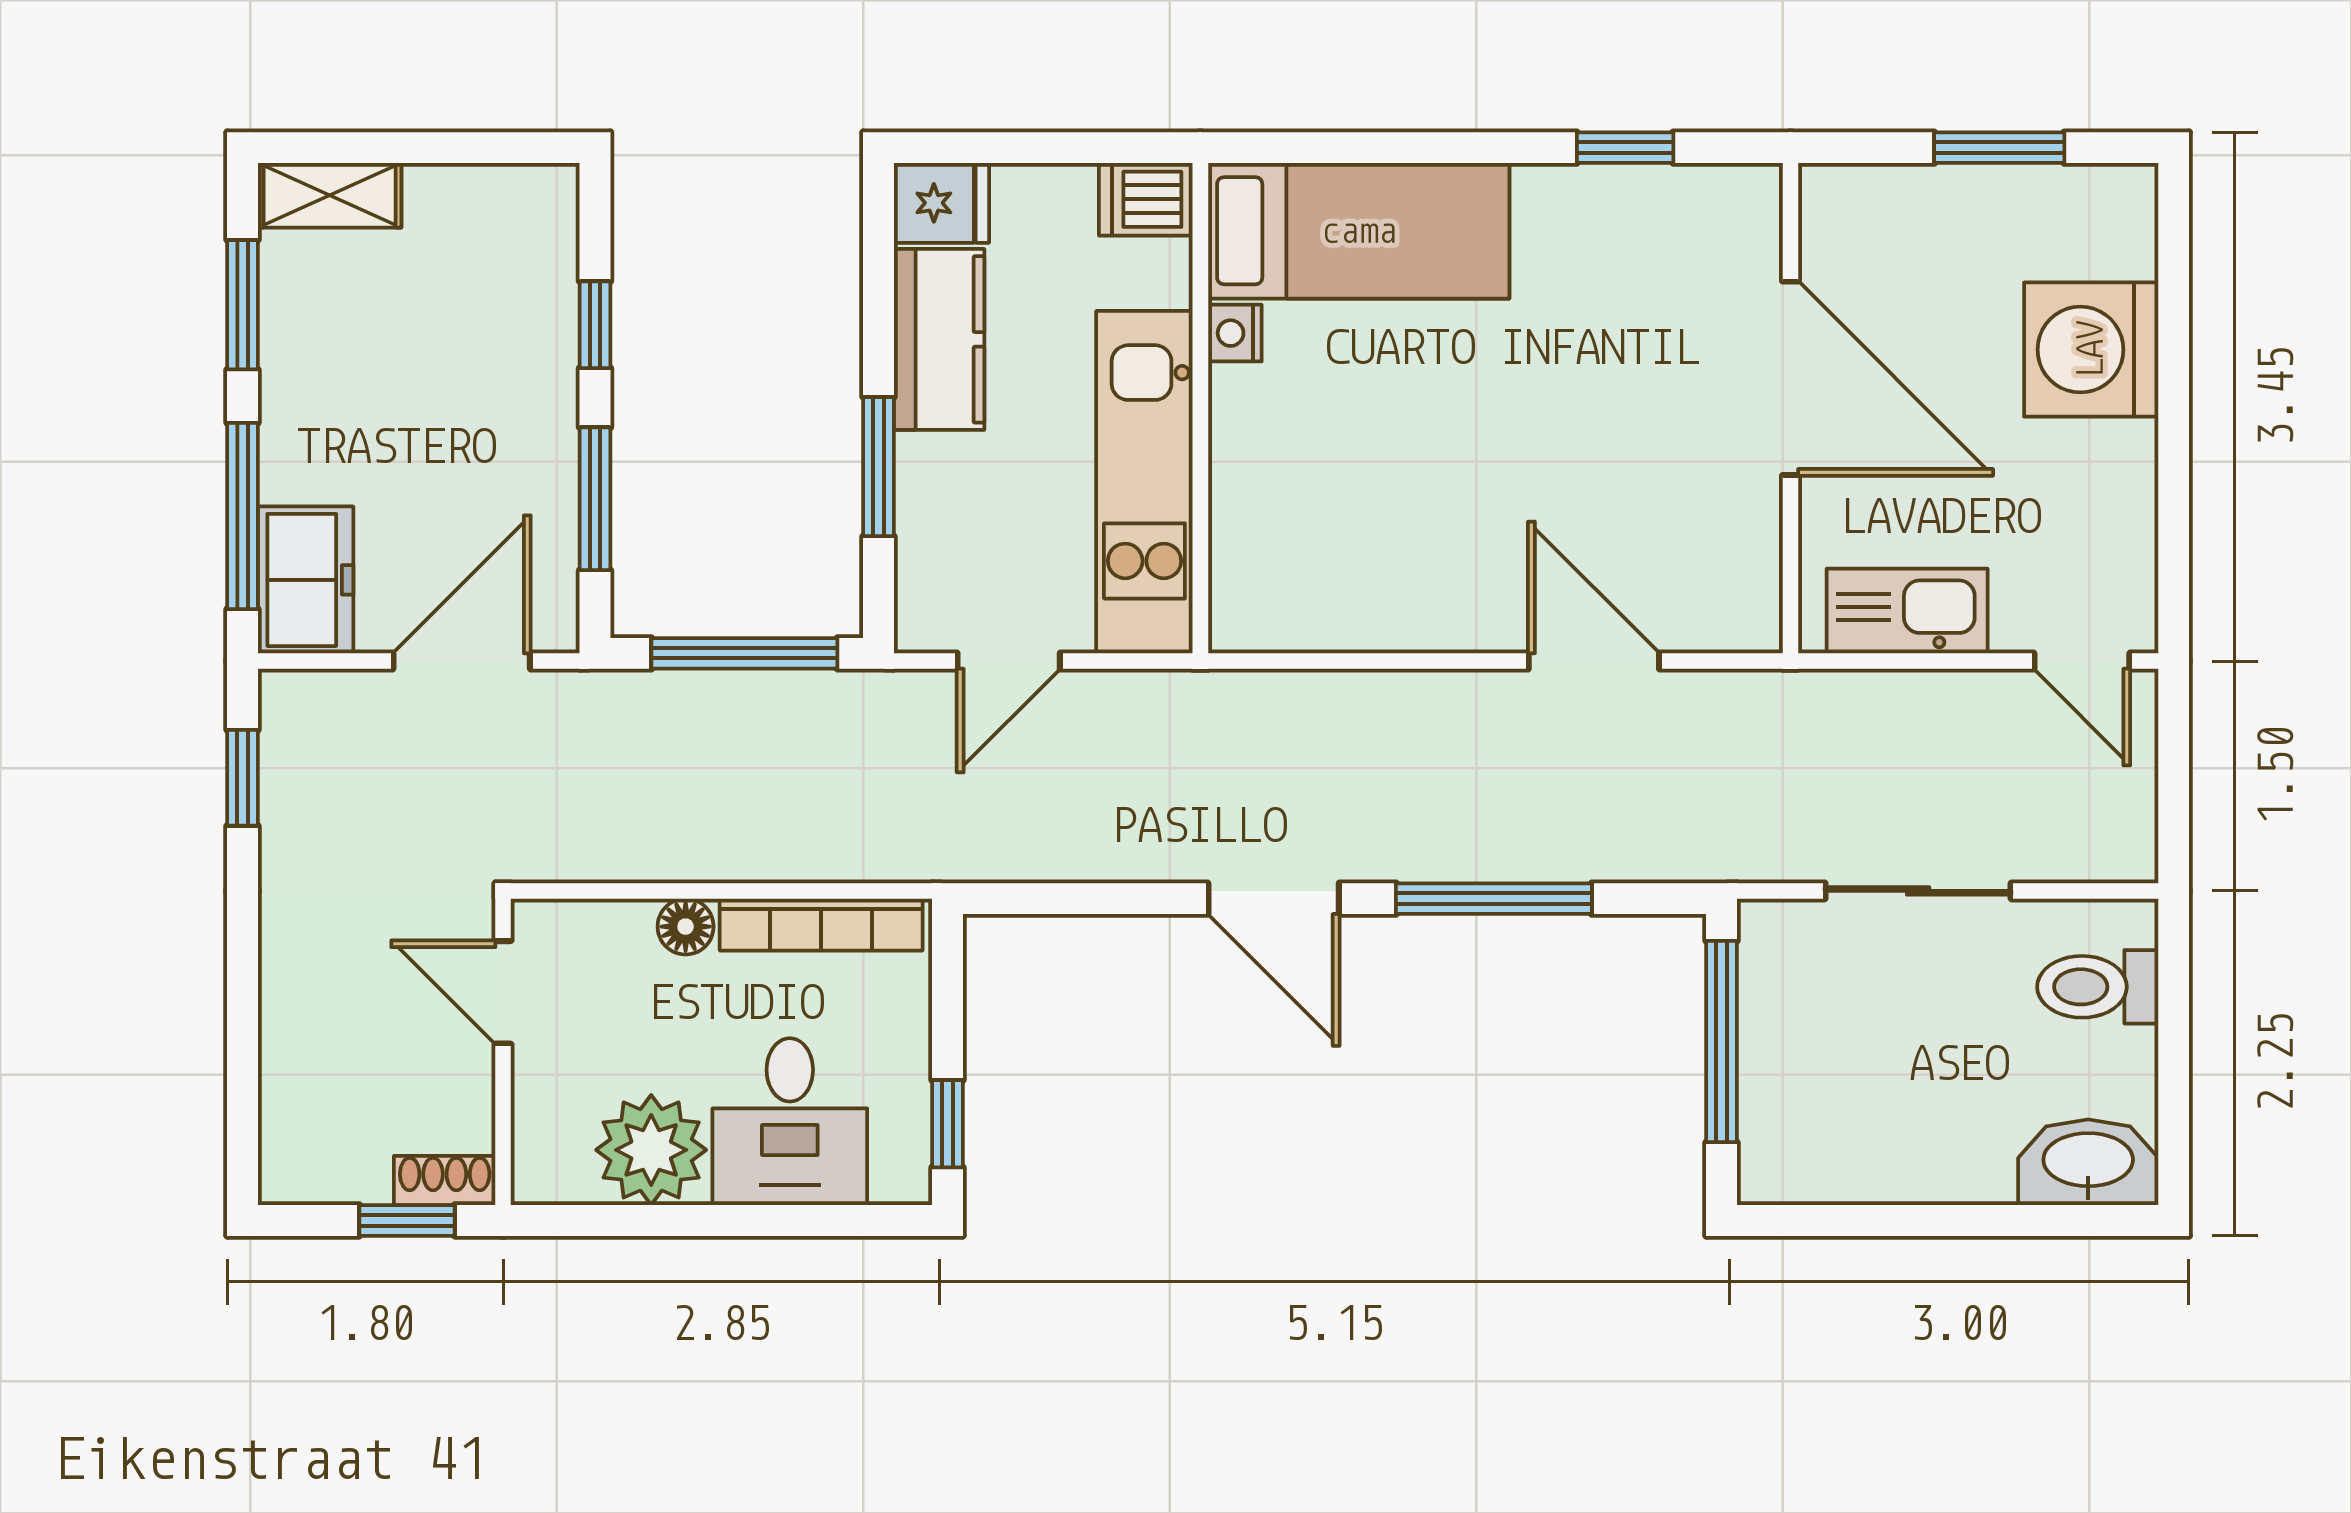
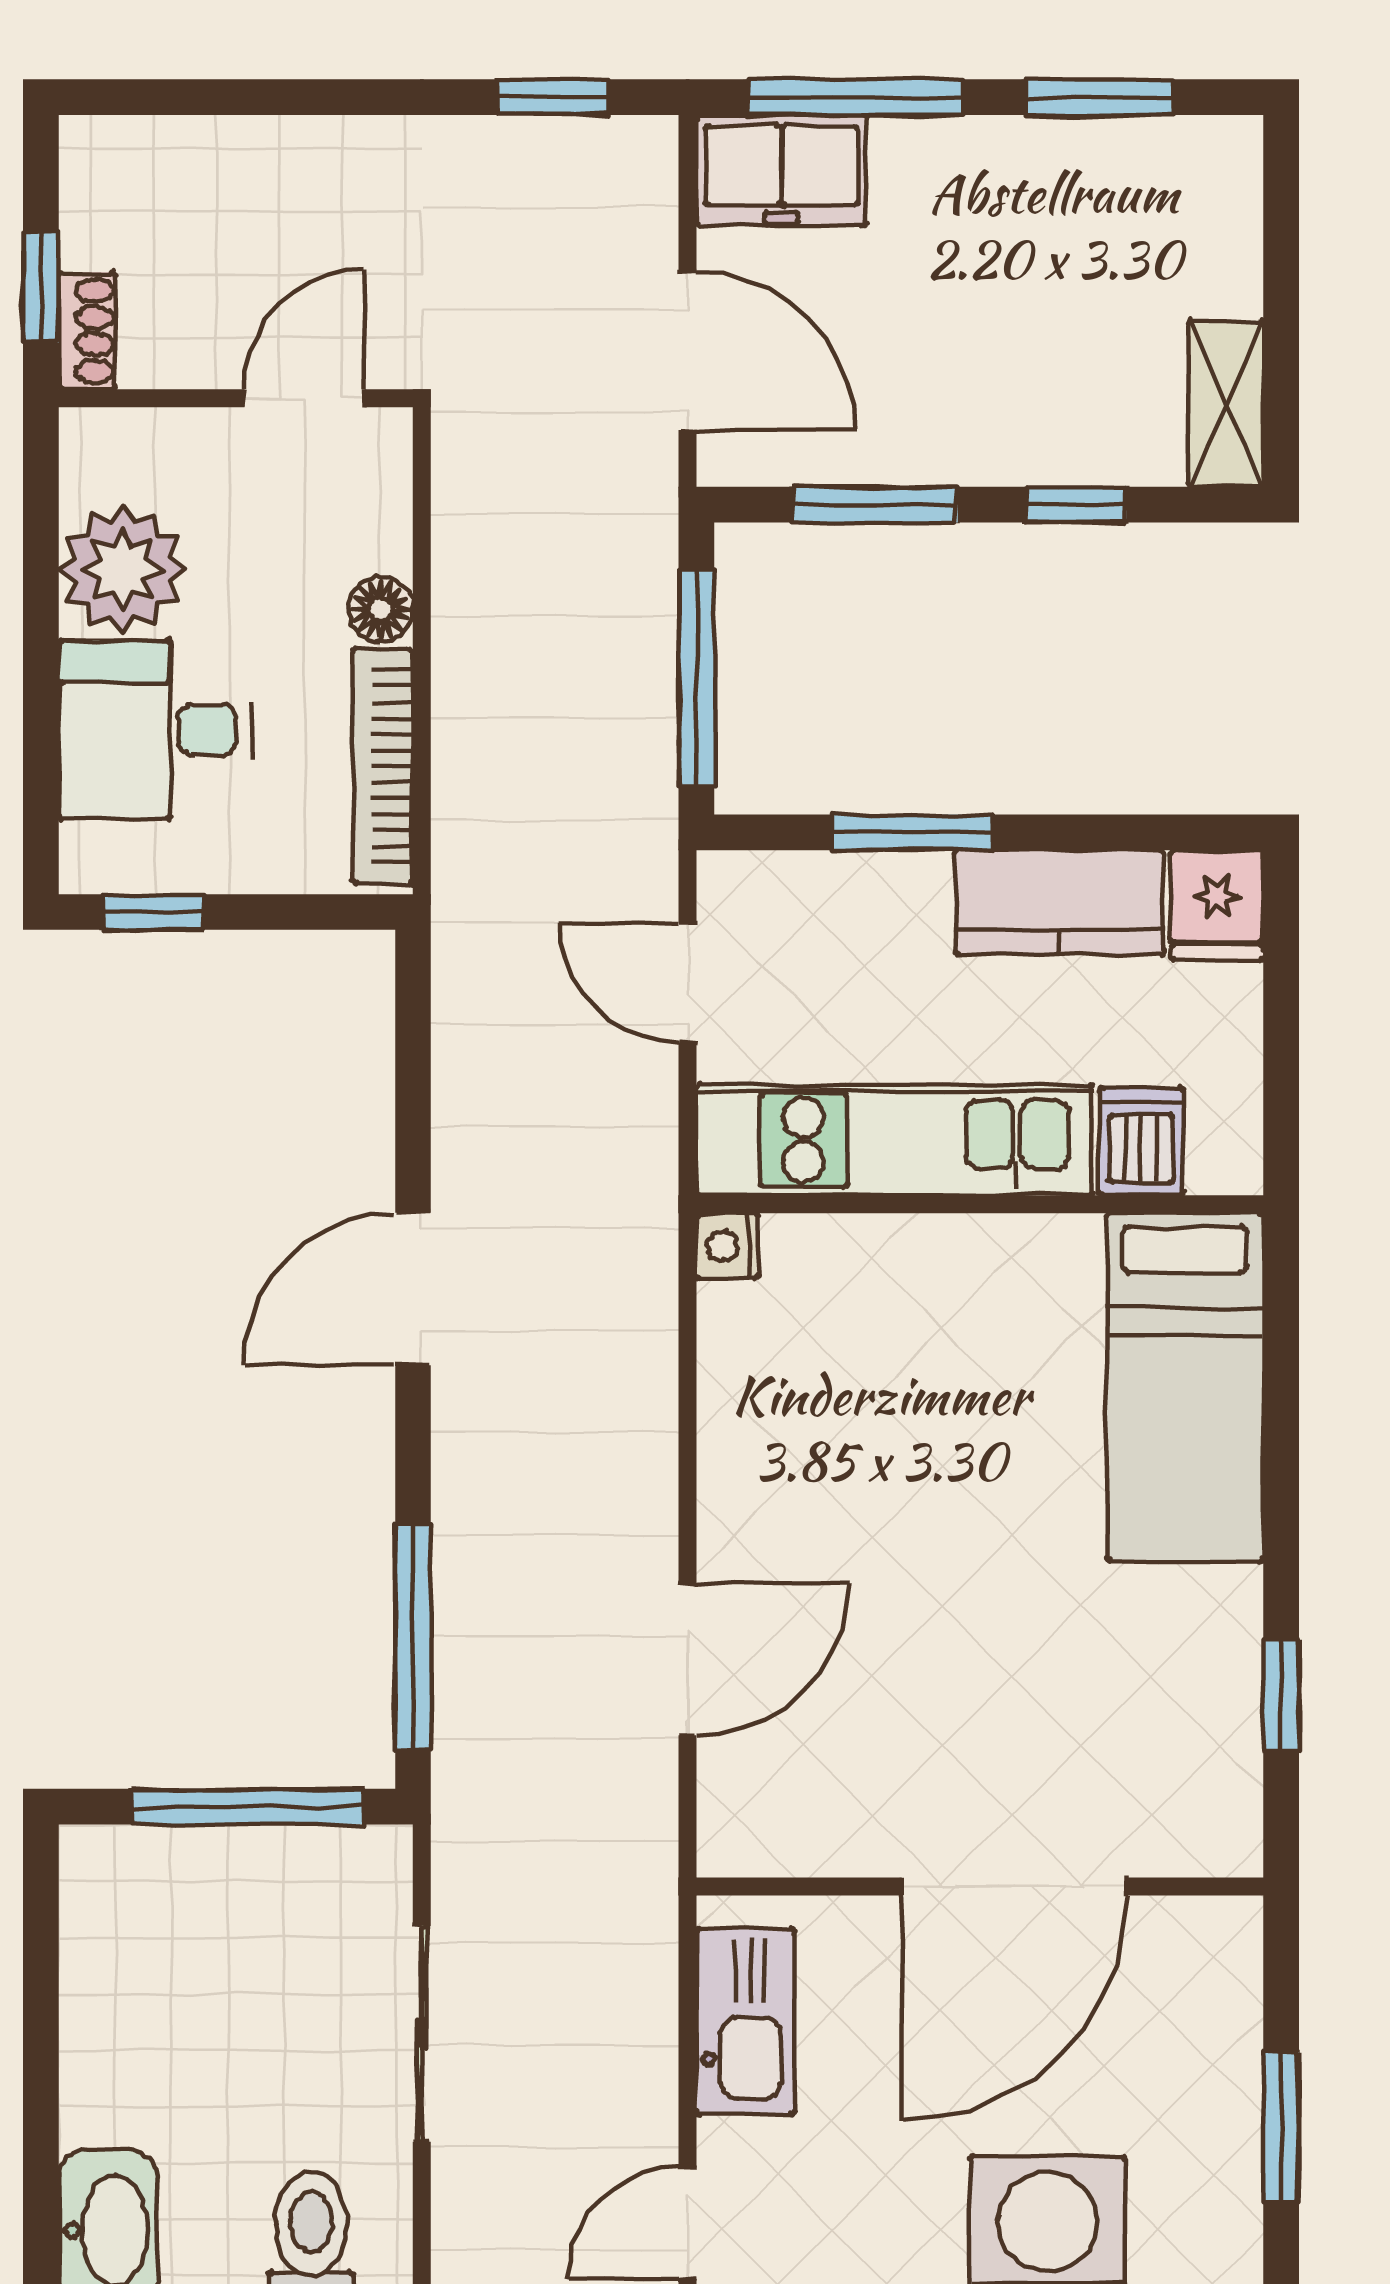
shelving: (330, 195) -> (1226, 404), moved
dishwasher: (1146, 199) -> (1141, 1141), moved
nightstand: (1235, 333) -> (727, 1246), moved, turned -90
window: (1494, 899) -> (413, 1637), moved

